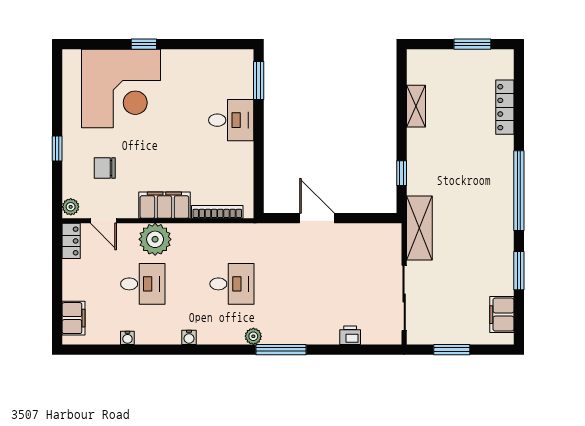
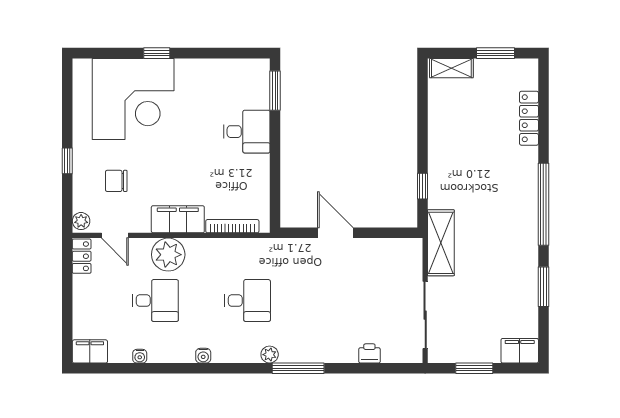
shelving: (416, 106) -> (451, 68), moved, turned 90
filing cabinet: (502, 315) -> (520, 351), moved, turned 90
filing cabinet: (74, 318) -> (90, 351), moved, turned -90

